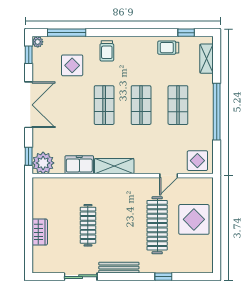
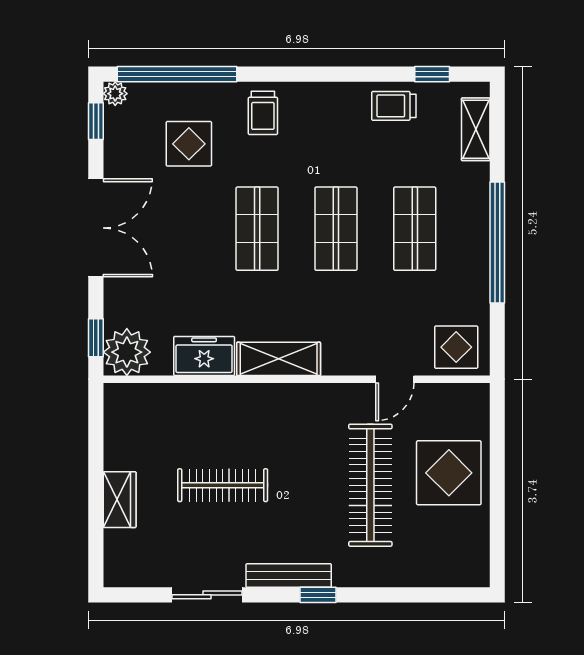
window: (67, 33) -> (177, 74), width x1.46
clothes rail: (88, 225) -> (223, 485), turned 90
window: (163, 277) -> (318, 595), moved

